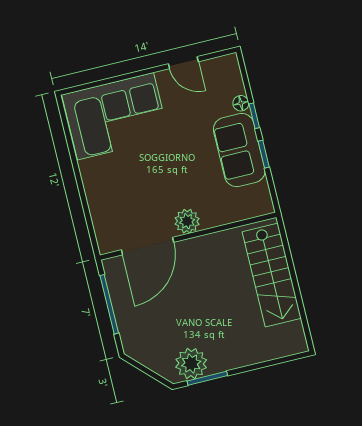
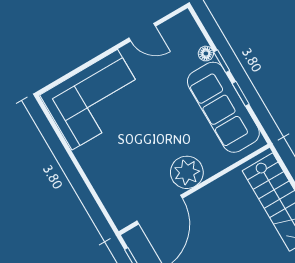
sofa: (239, 150) -> (223, 107), width x1.36
plant: (187, 221) -> (187, 172), width x1.36, depth x1.36

